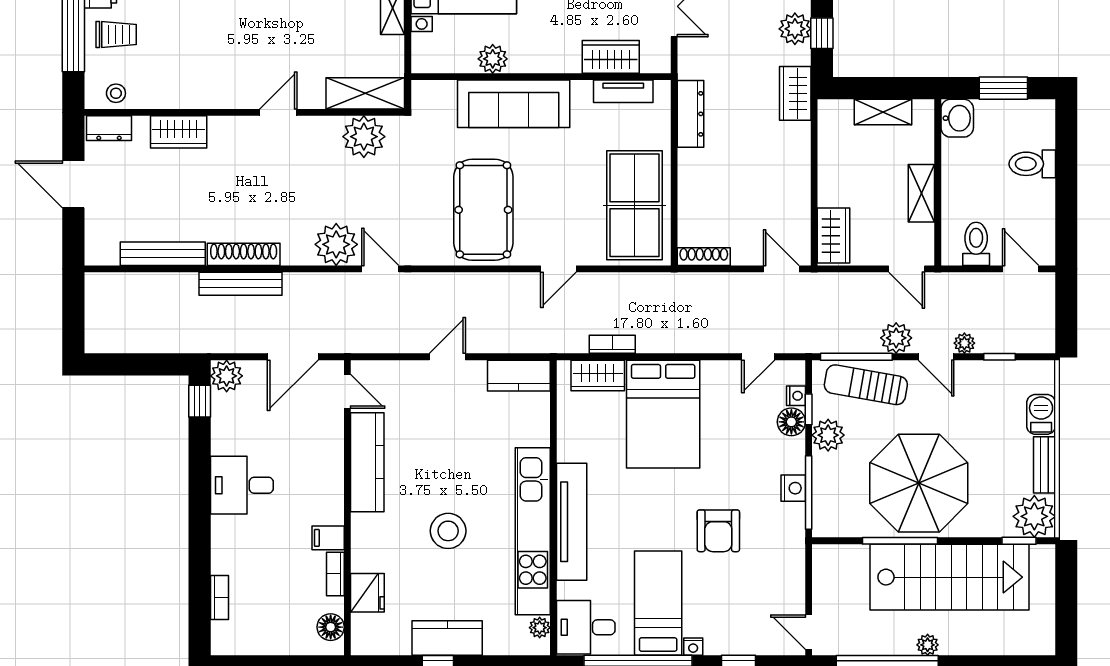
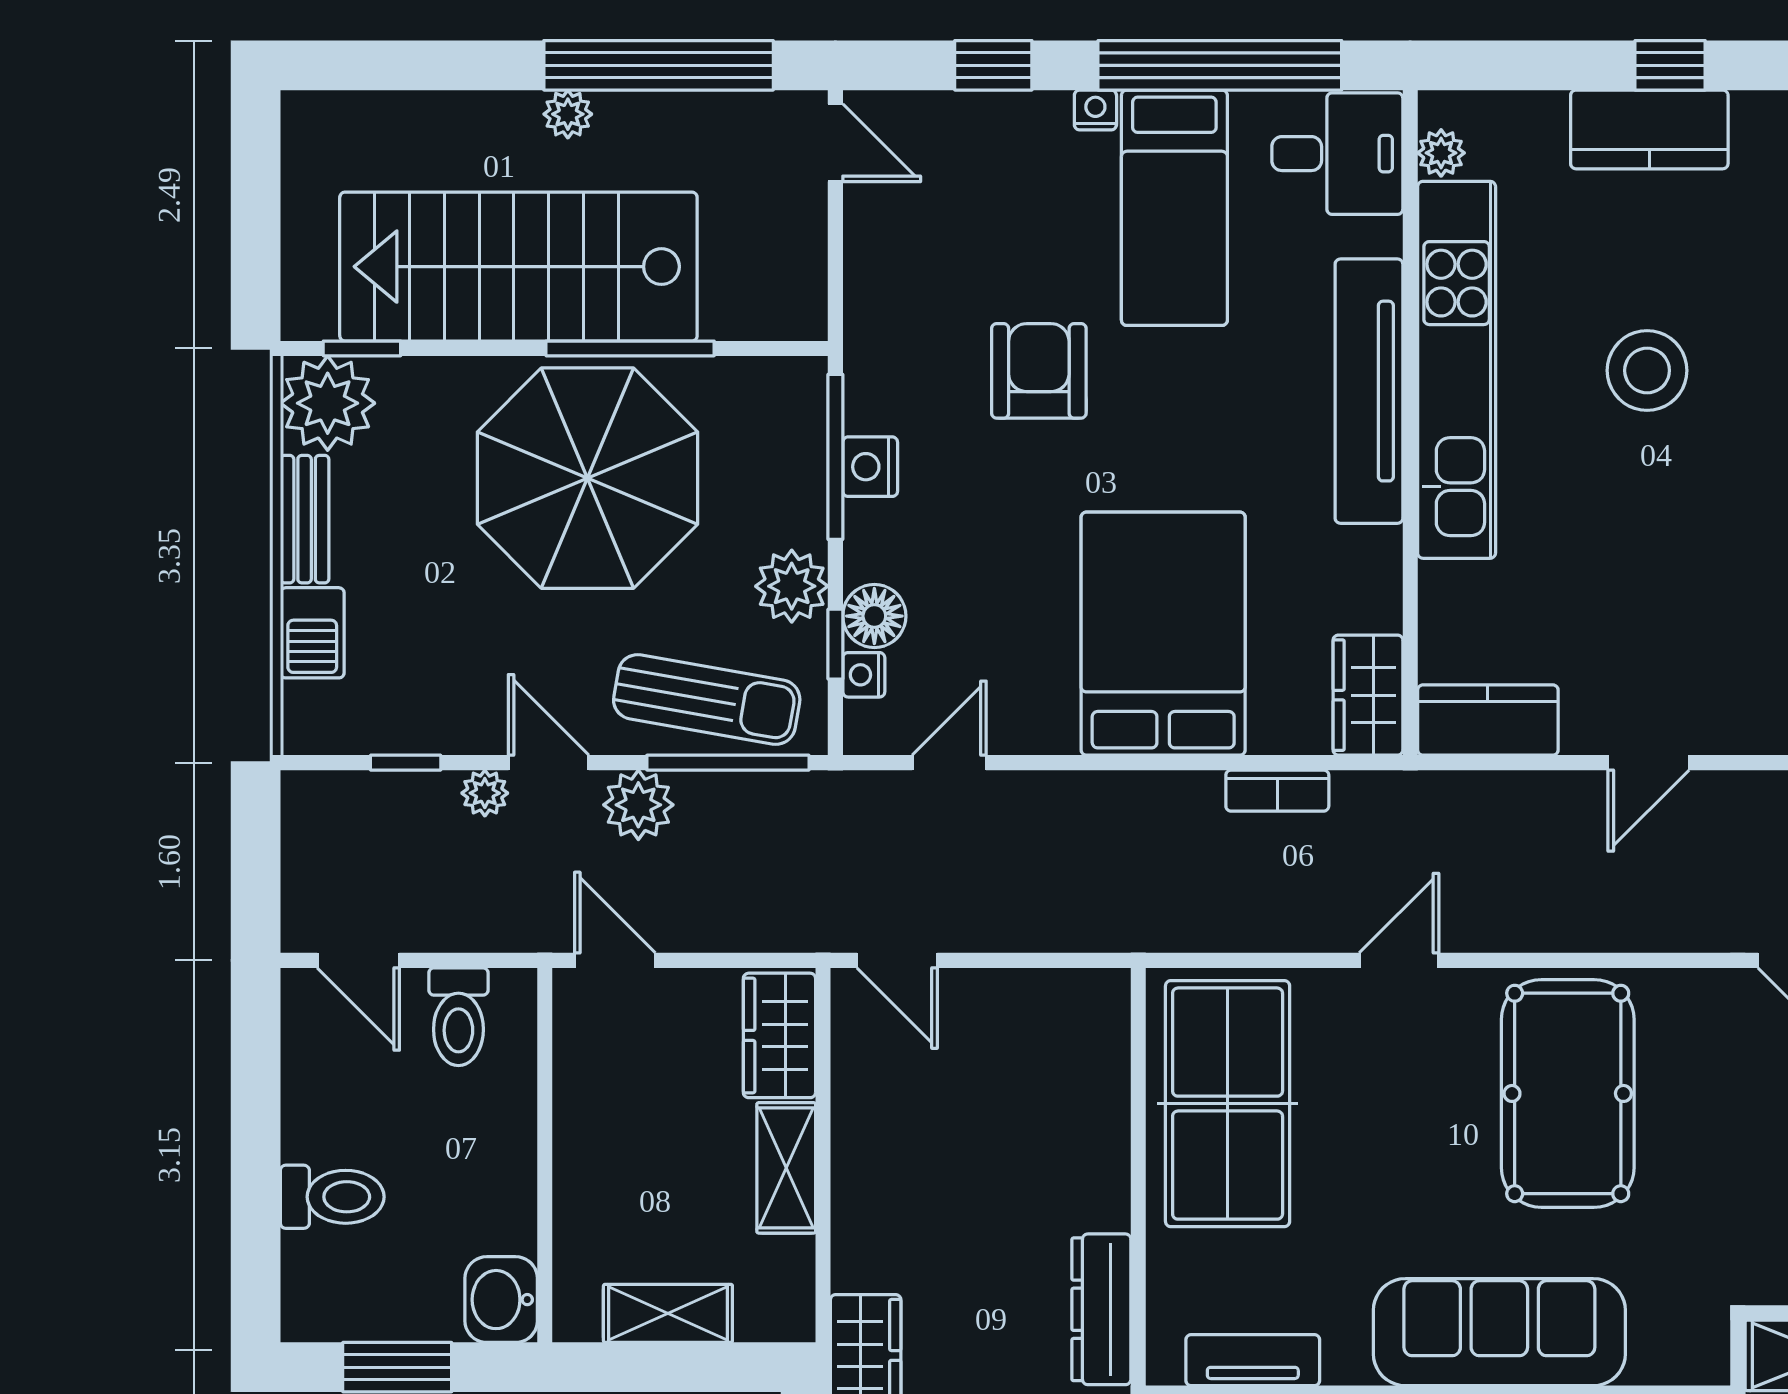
shelving: (921, 193) -> (786, 1168), moved
shoe rack: (704, 257) -> (1072, 988), removed
wardrobe: (598, 376) -> (1368, 695), moved, turned -90

